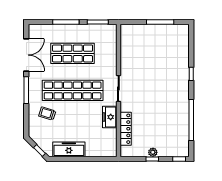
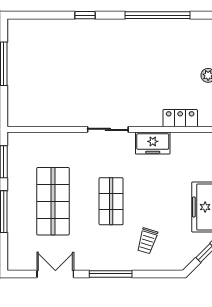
double door: (26, 55) -> (55, 274), width x0.73
shop shelf: (73, 90) -> (111, 201), width x0.50, depth x0.74
locker: (126, 129) -> (180, 118), width x0.66

